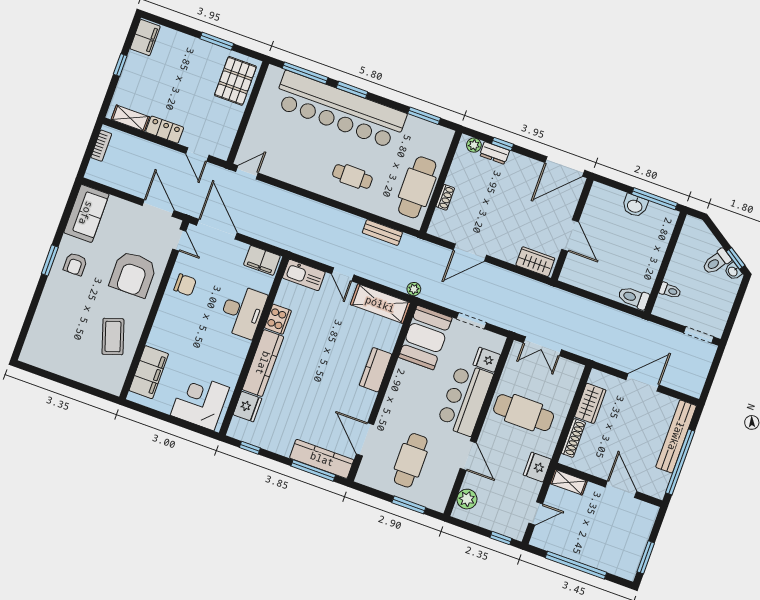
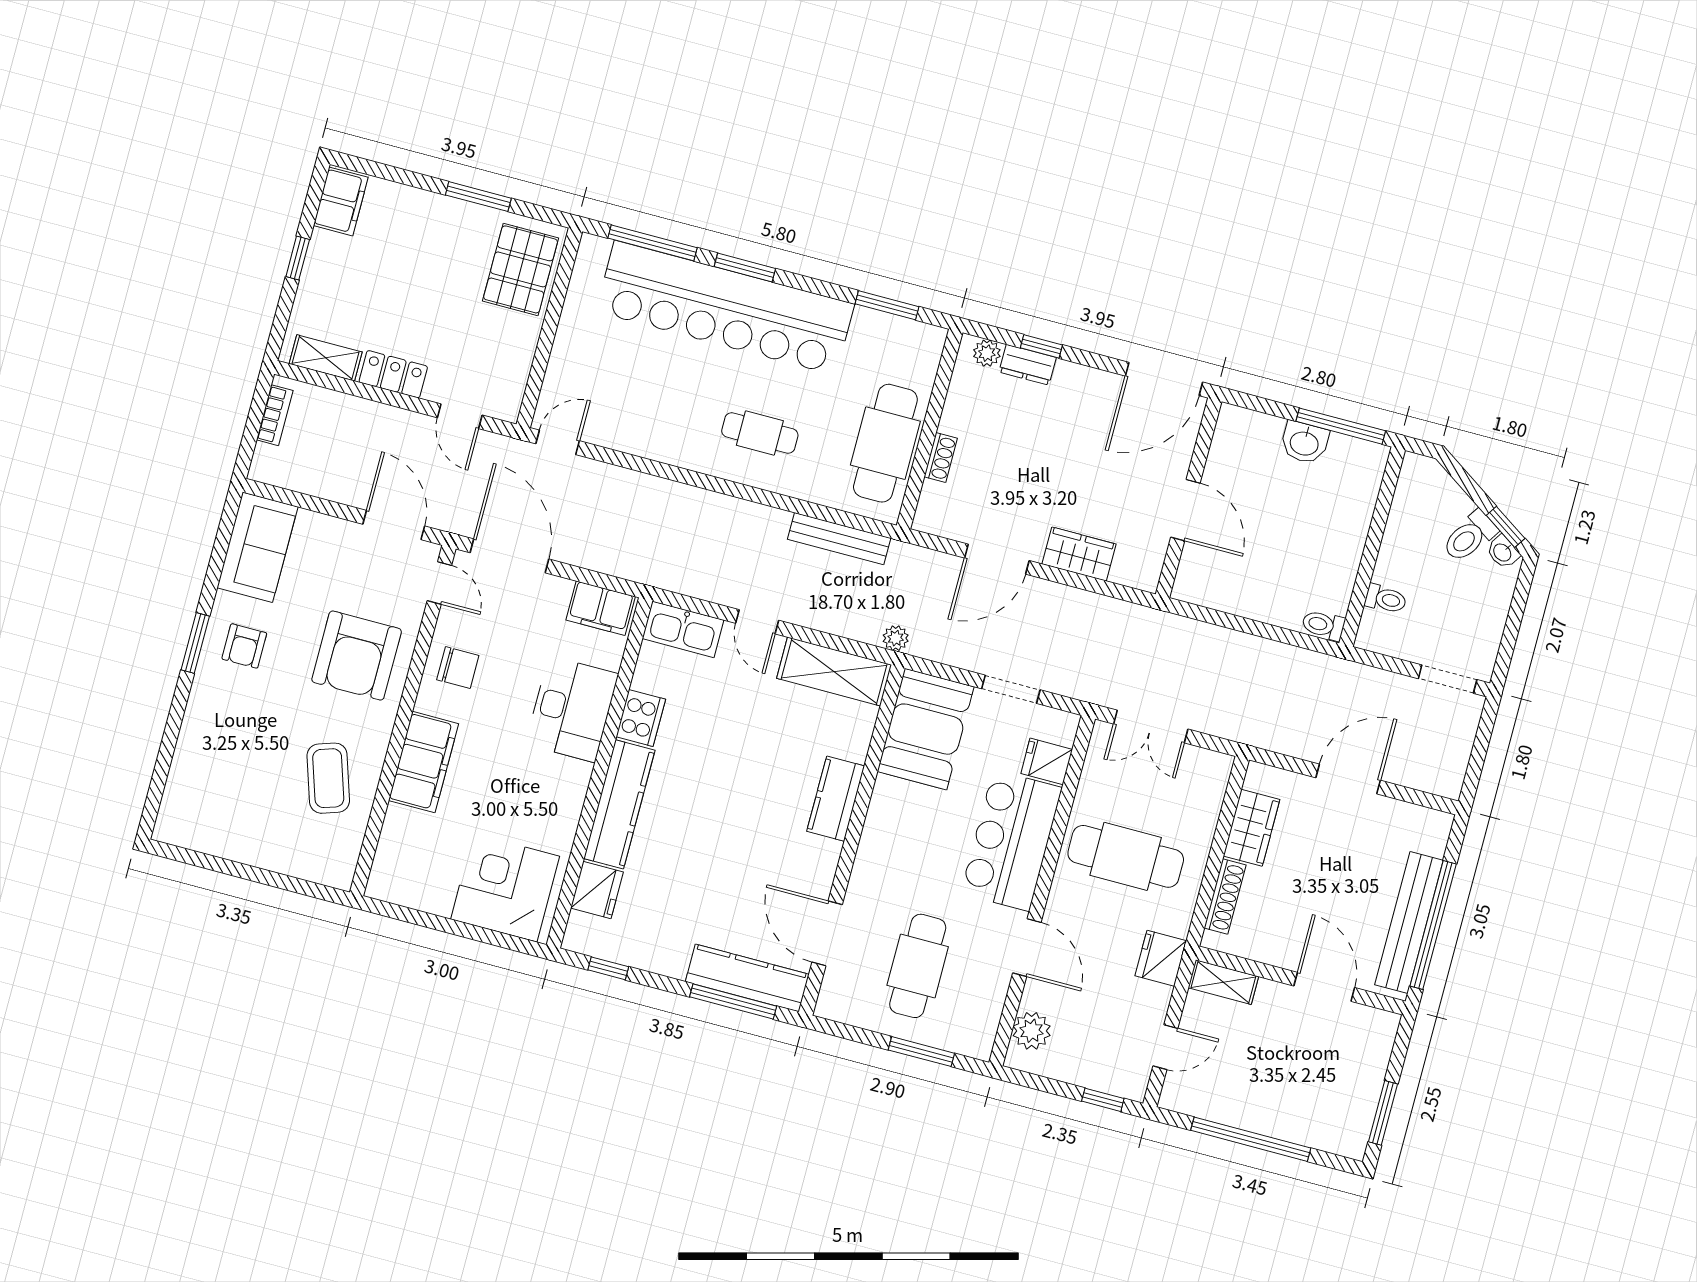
bench: (382, 233) -> (839, 539), width x1.36
wardrobe: (535, 262) -> (1079, 554), moved
toilet: (634, 298) -> (1323, 625), width x0.73, depth x0.72
filing cabinet: (149, 372) -> (424, 762), moved
bench: (676, 436) -> (1409, 922), moved

